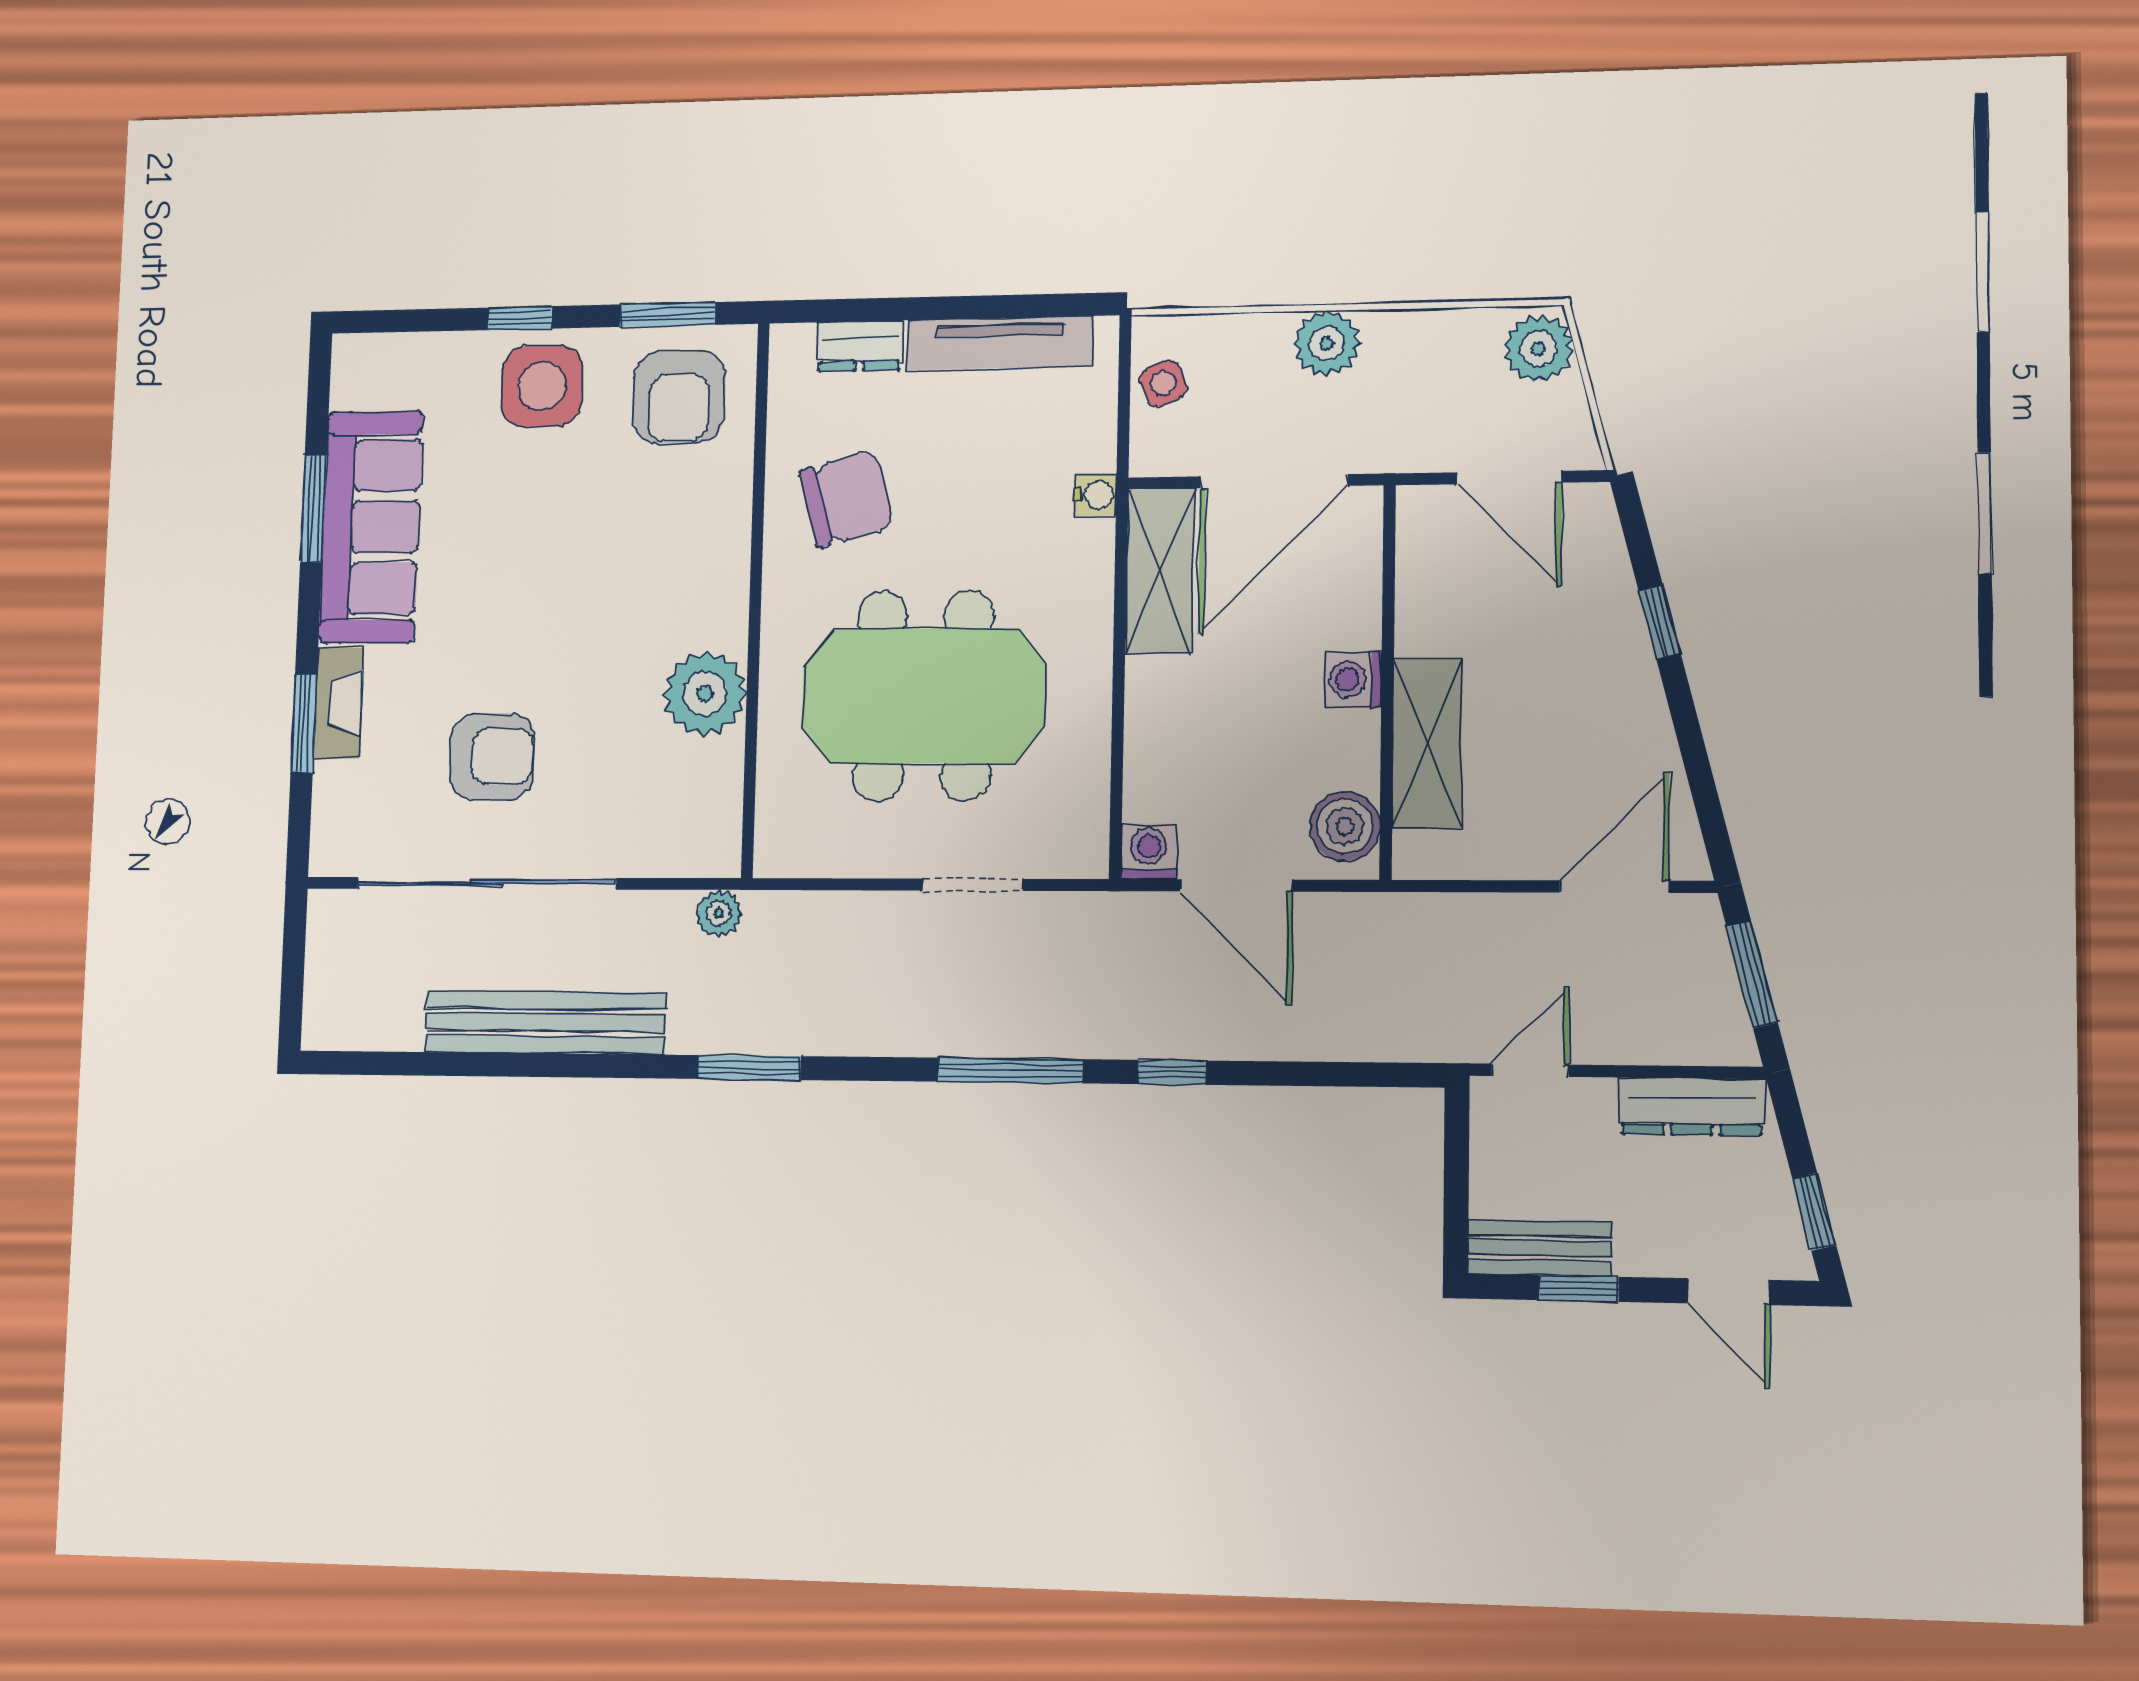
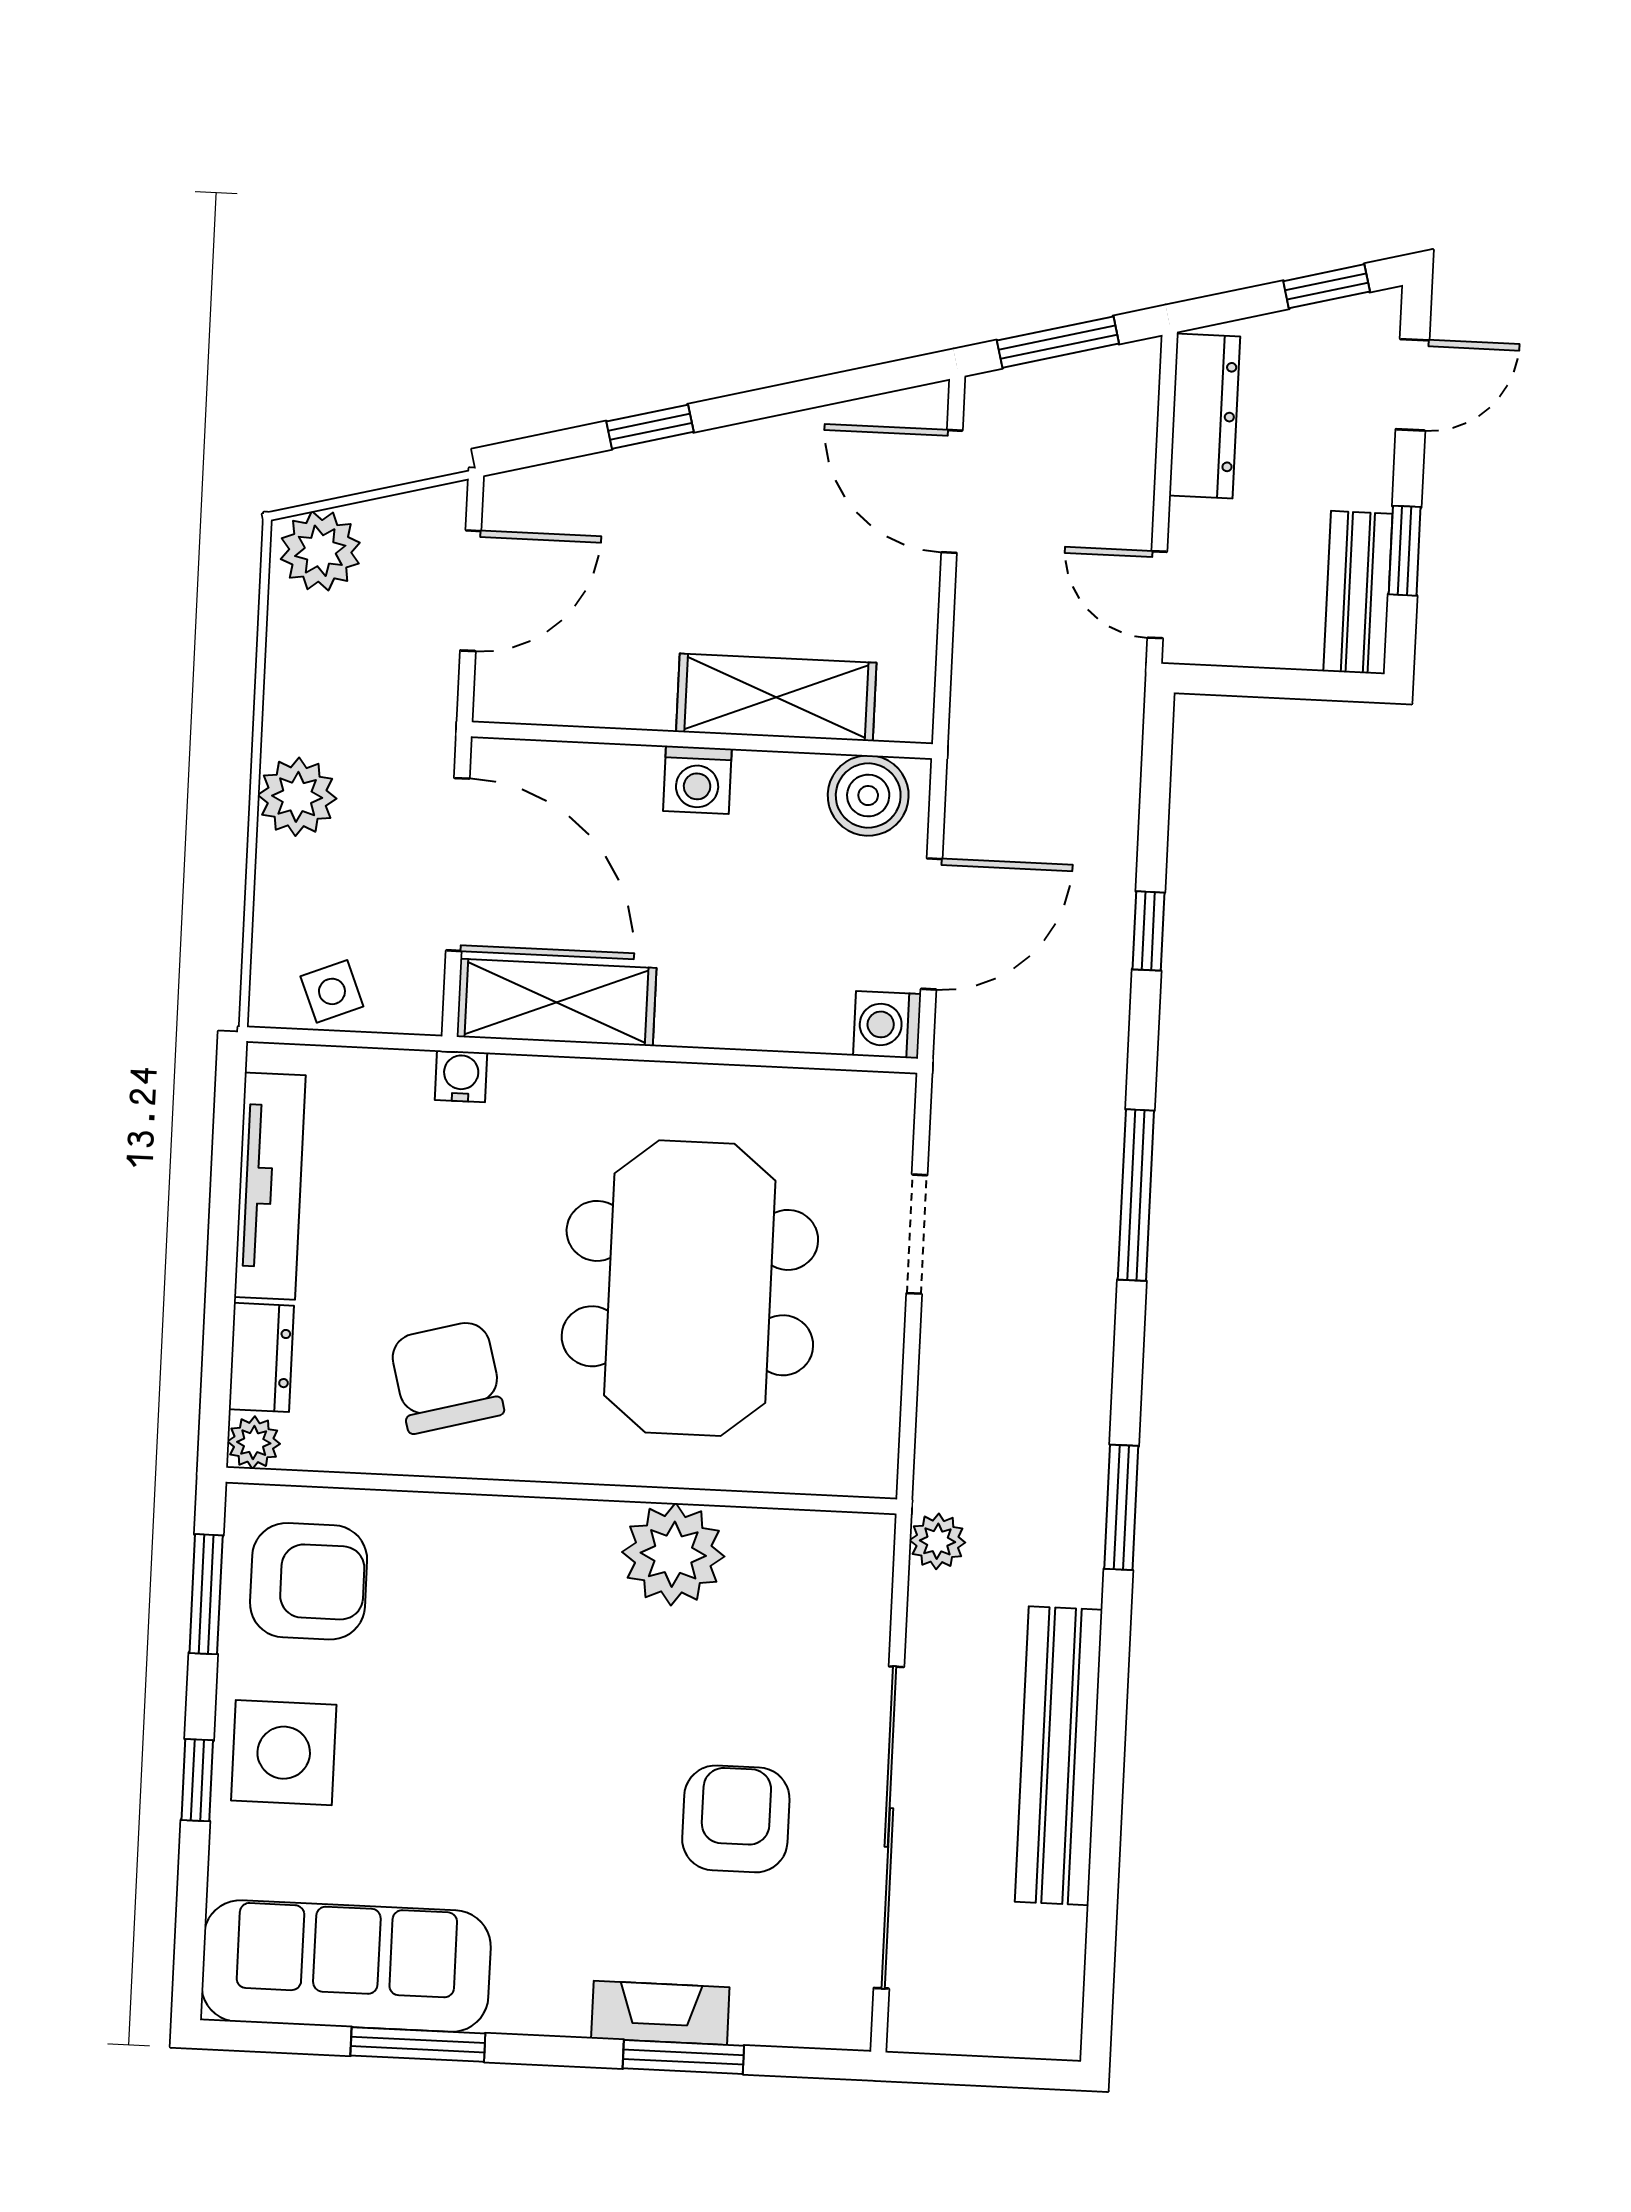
plant: (790, 344) -> (254, 1443), added
sofa: (371, 527) -> (346, 1966), moved
window: (1172, 1072) -> (1148, 931), moved

